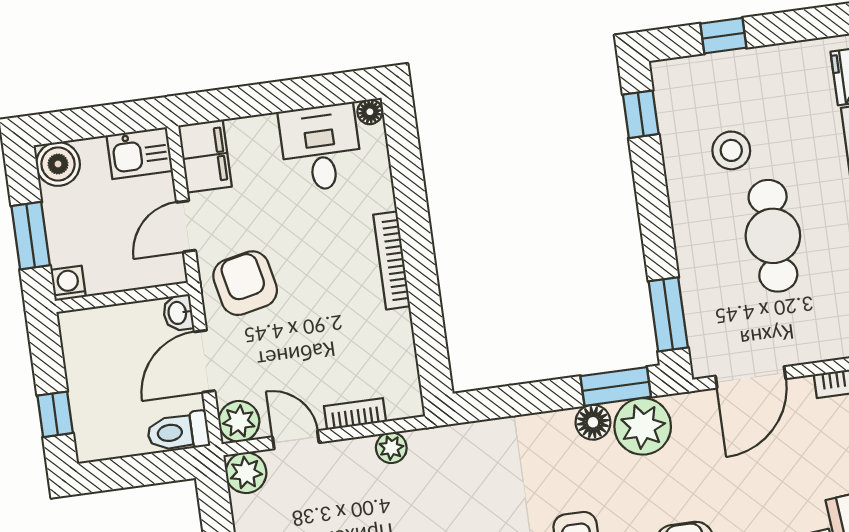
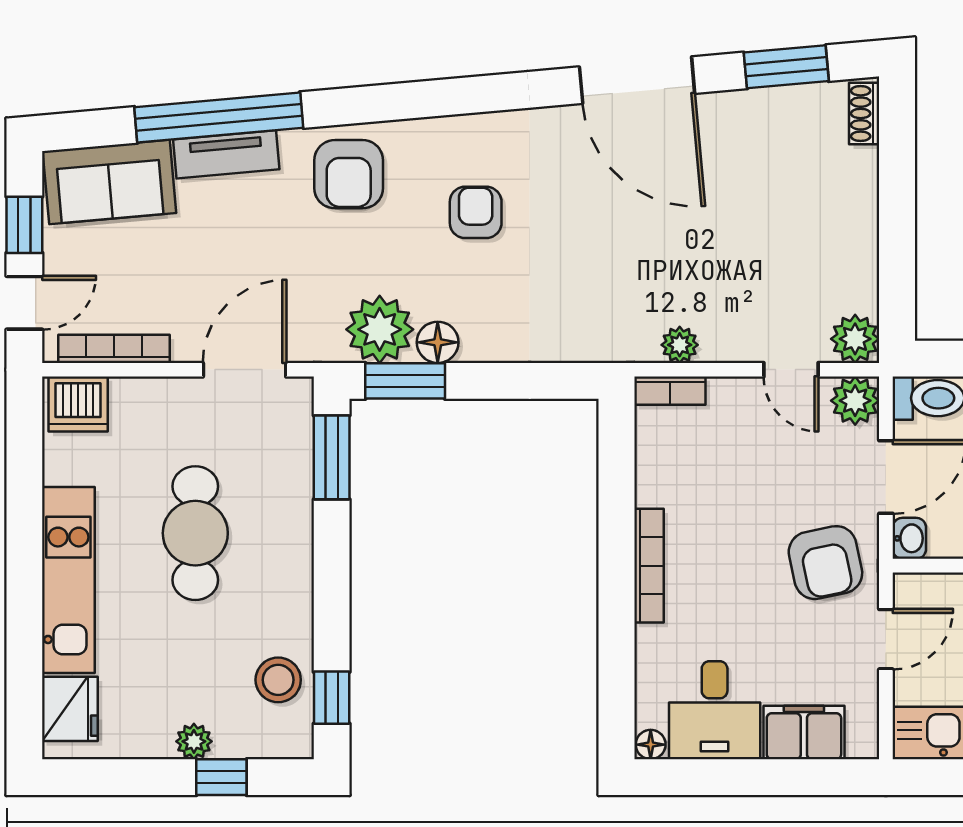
plant: (750, 62) -> (194, 741), added
stool: (731, 150) -> (278, 680), moved
filing cabinet: (205, 156) -> (804, 732), moved, turned 90
bookcase: (355, 414) -> (670, 391), moved

